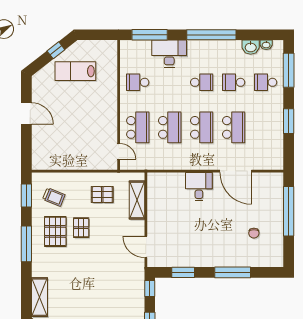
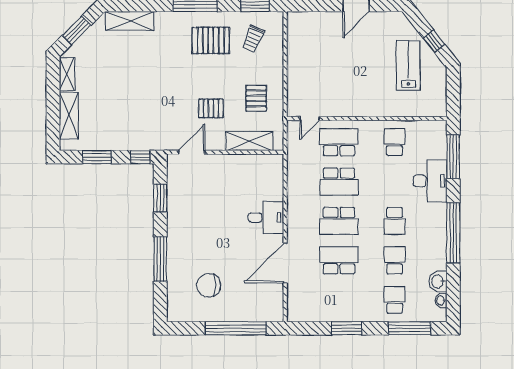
school desk: (138, 127) -> (339, 142), turned 180
school desk: (234, 127) -> (339, 260), turned 180
pallet: (81, 228) -> (211, 108), moved
chair: (254, 233) -> (209, 285), width x1.87, depth x1.87

